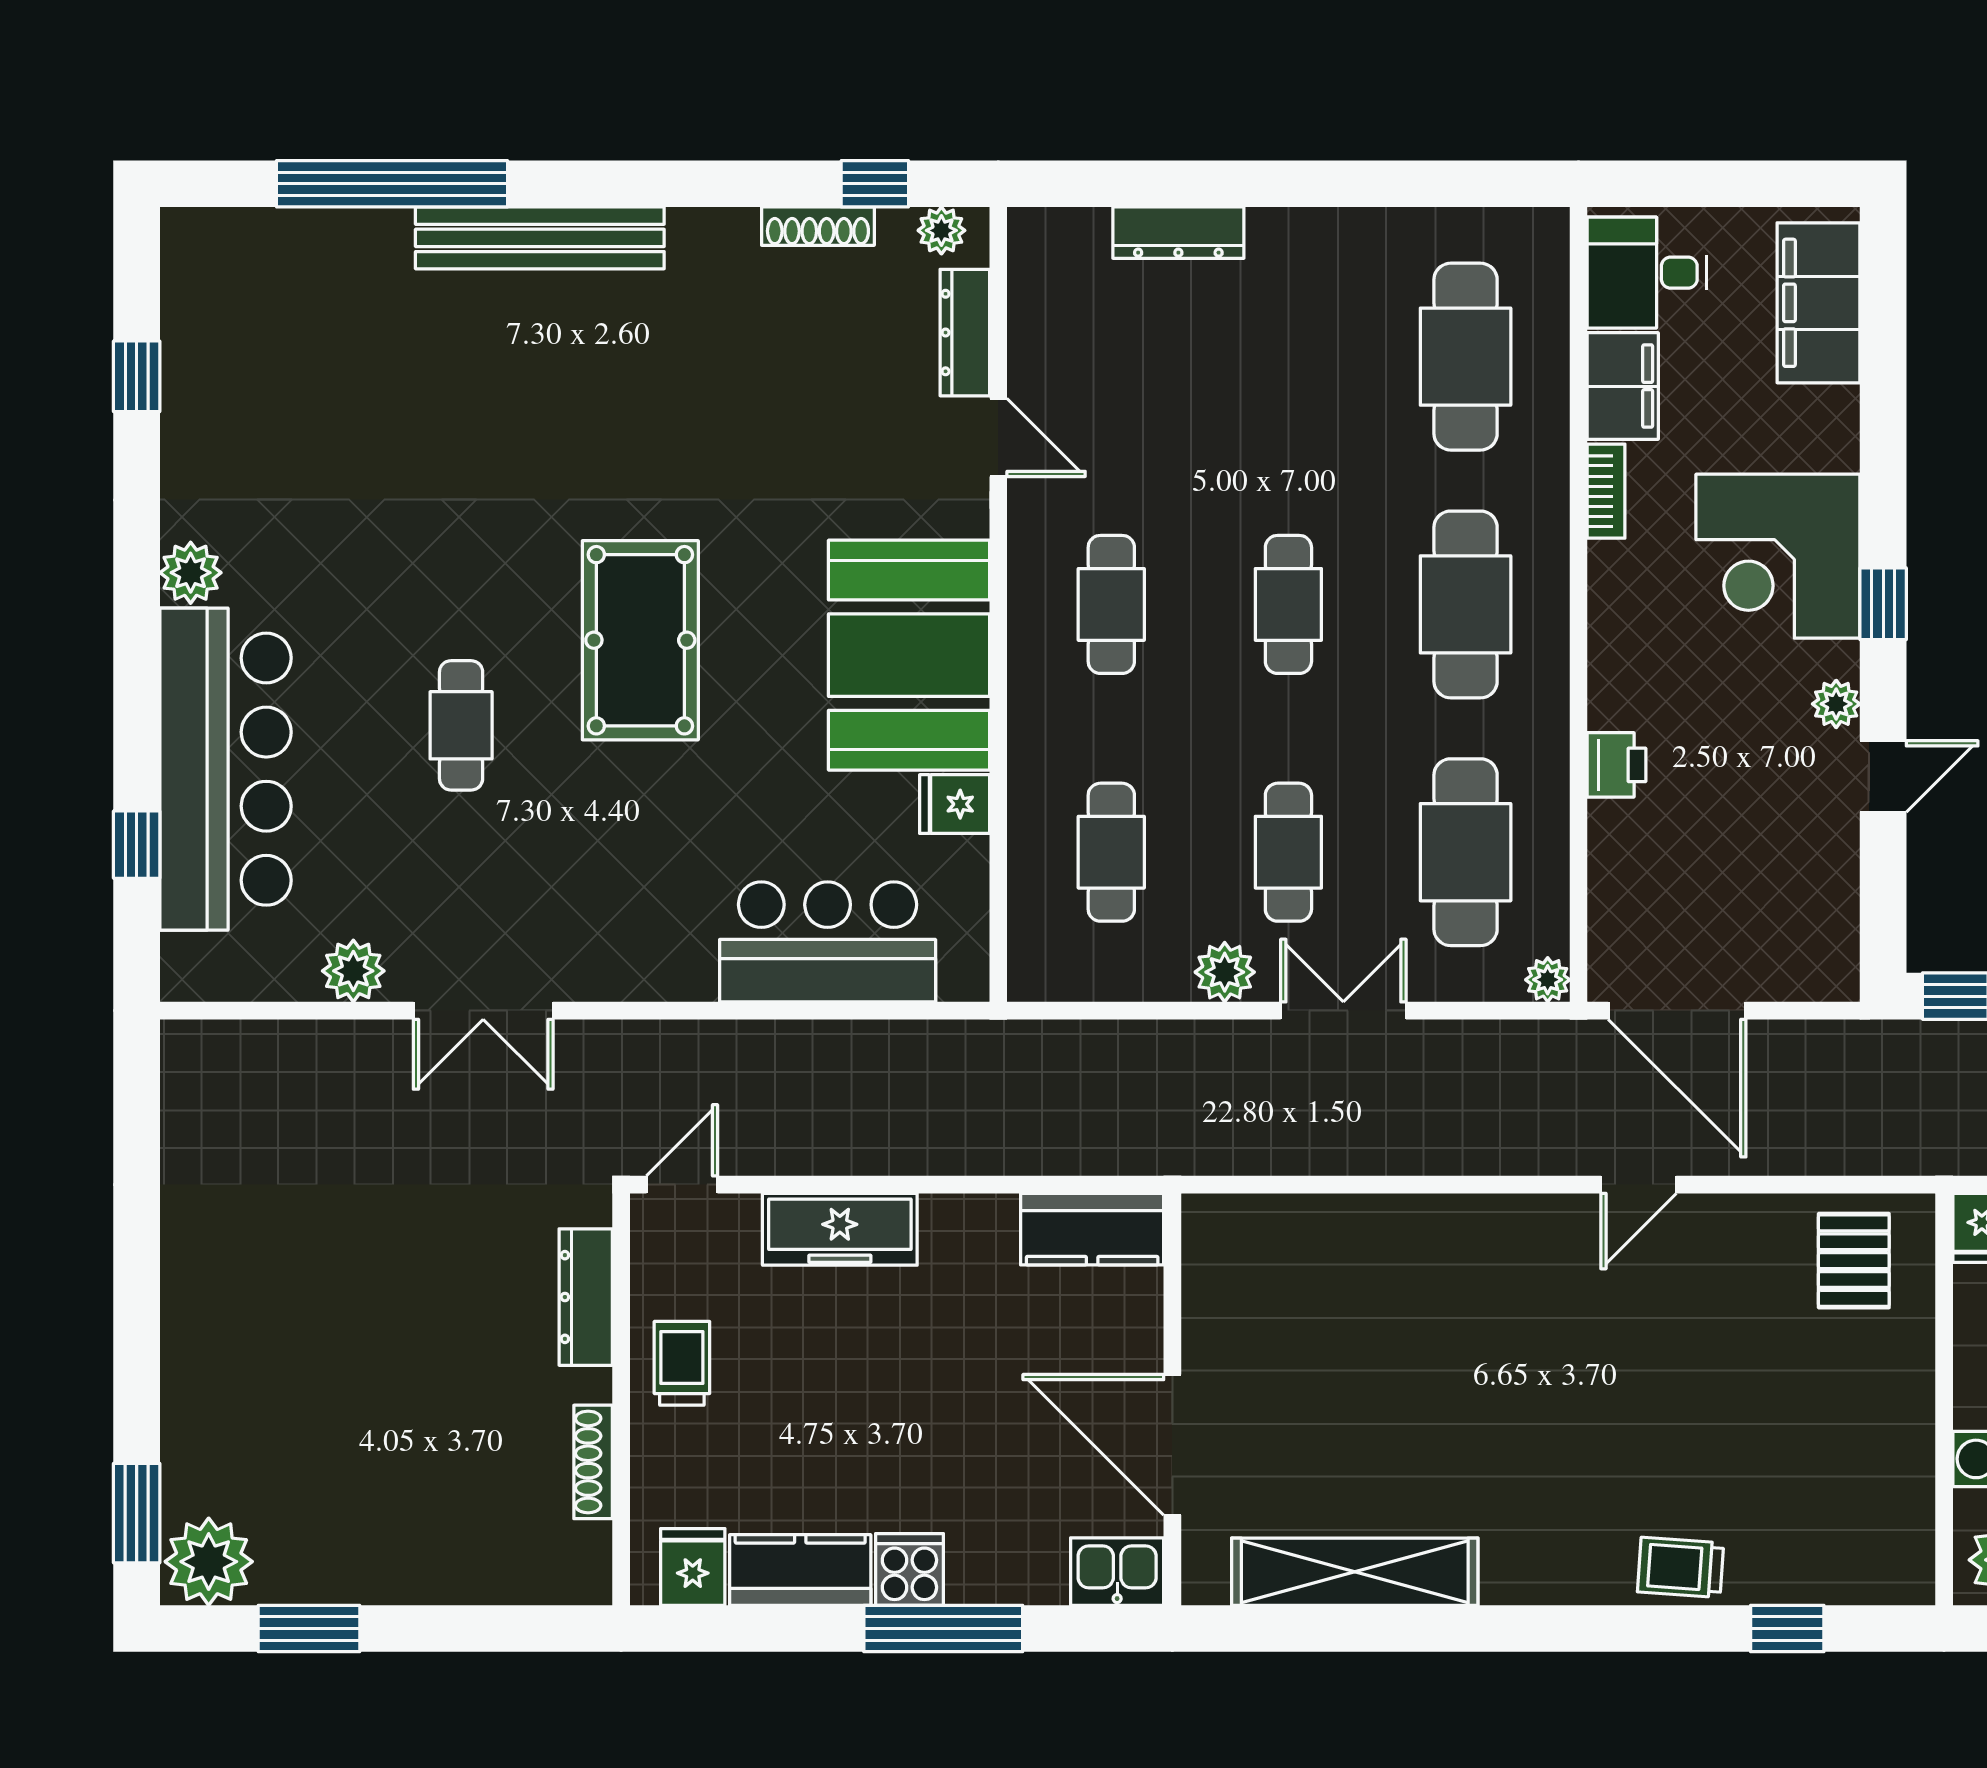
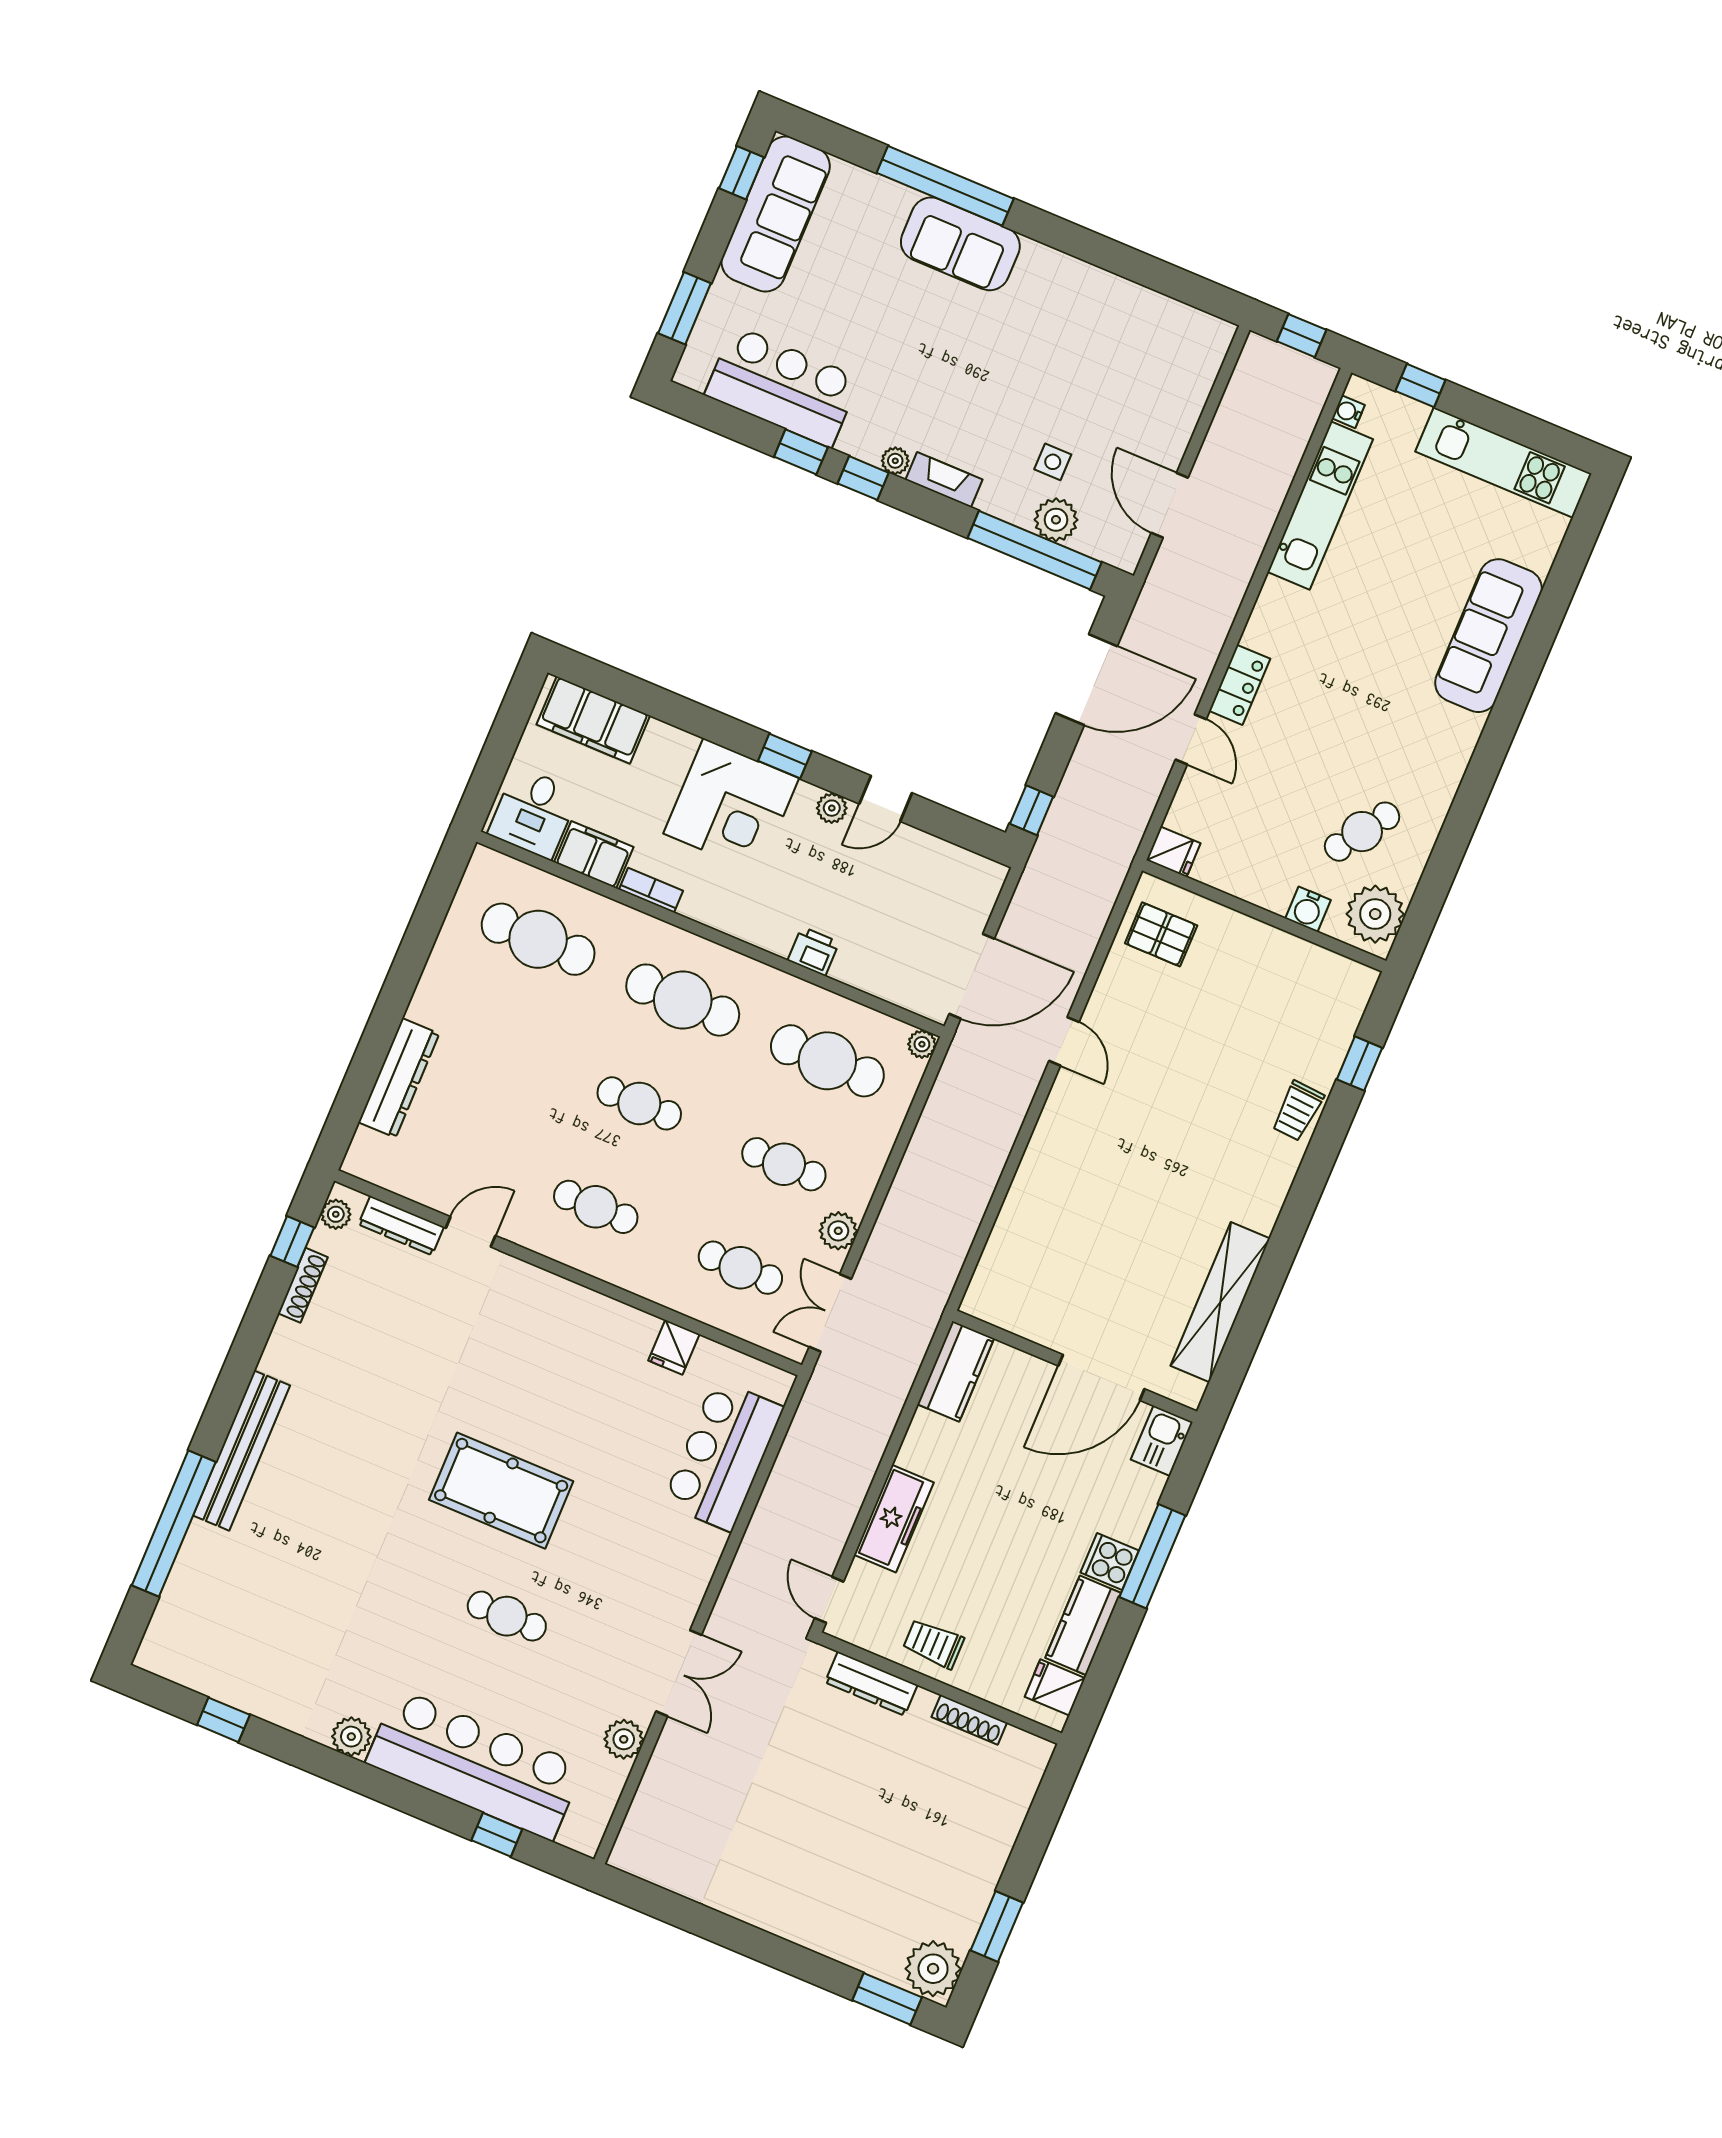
dresser: (1178, 233) -> (399, 1078), width x1.37, depth x1.24
booth: (909, 655) -> (576, 1337), removed
door: (1883, 776) -> (886, 798), swing flipped
double door: (1343, 1011) -> (830, 1313), moved

